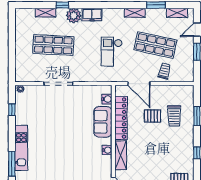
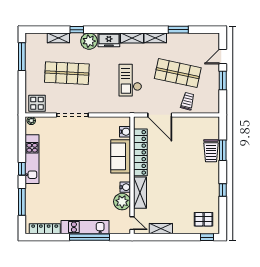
shelving: (177, 13) -> (132, 38), moved
window: (12, 30) -> (22, 57), added
display table: (26, 73) -> (37, 103), added
window: (12, 110) -> (22, 169), moved
pallet: (153, 116) -> (175, 150), removed
trolley: (174, 116) -> (211, 151), moved
kitchen unit: (21, 148) -> (32, 159), moved
plant: (104, 163) -> (122, 202), added

